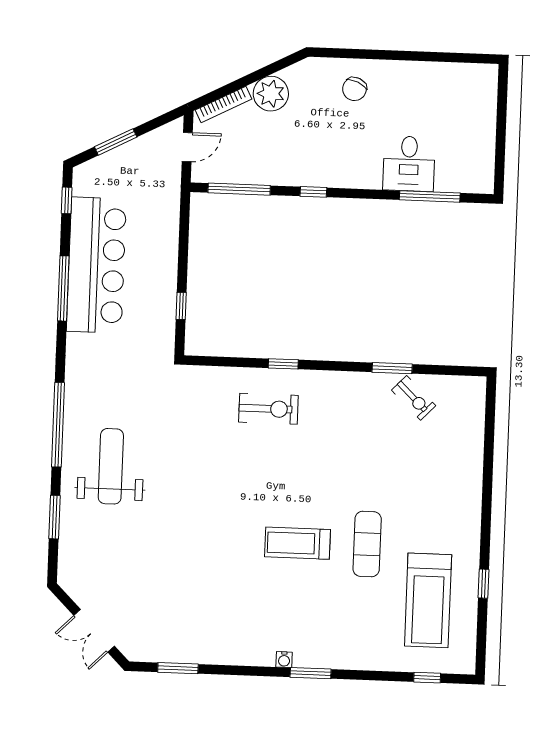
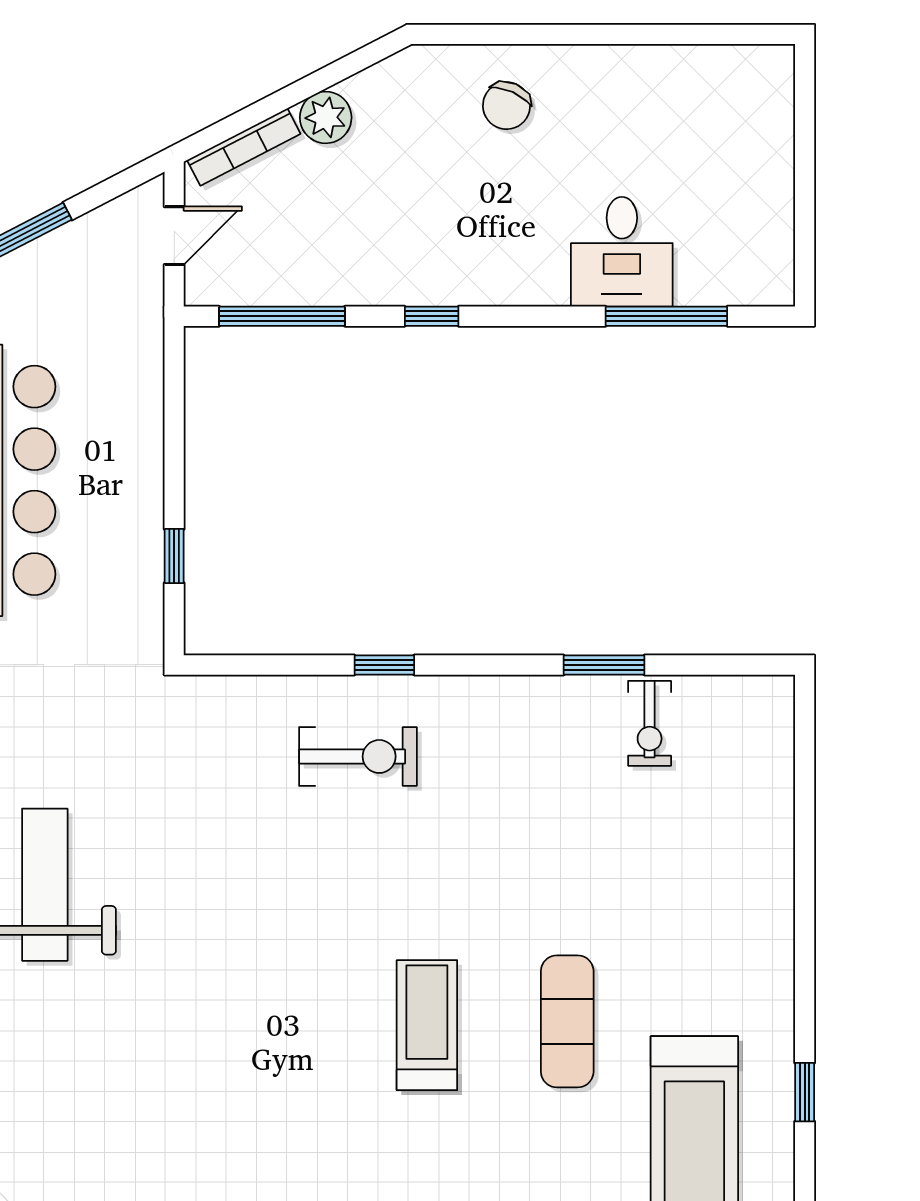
plant: (271, 94) -> (326, 117), width x0.73, depth x0.73
exercise bike: (414, 398) -> (650, 723), turned 46
treadmill: (298, 543) -> (427, 1025), turned 90

